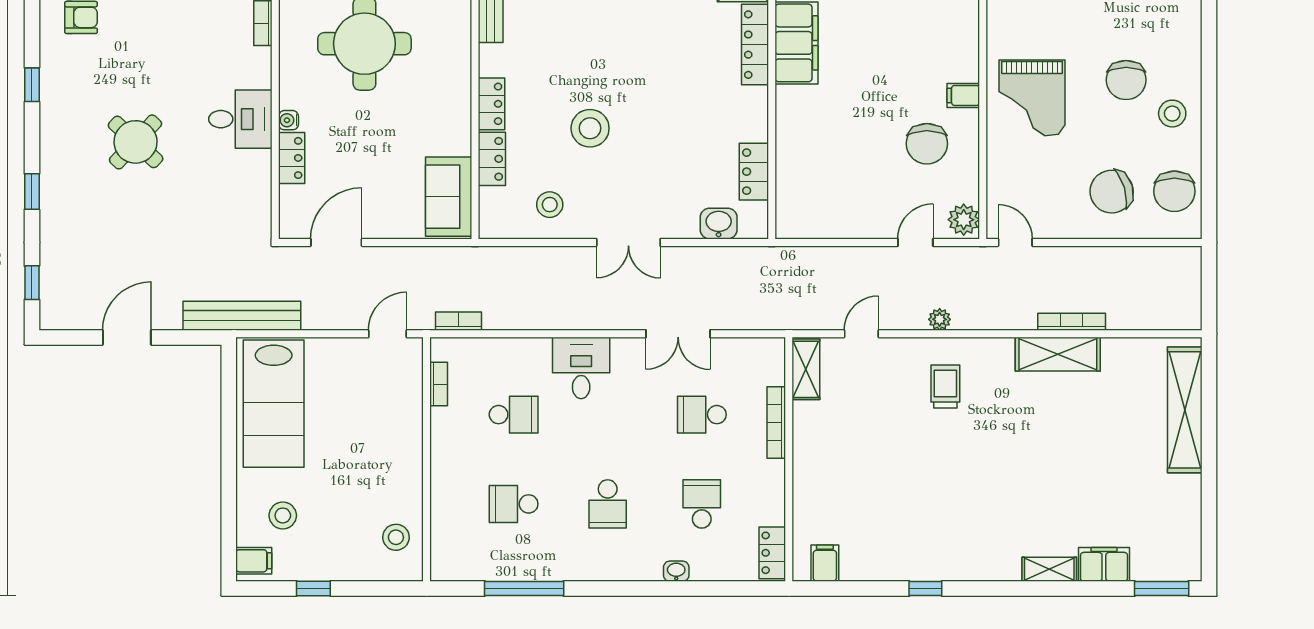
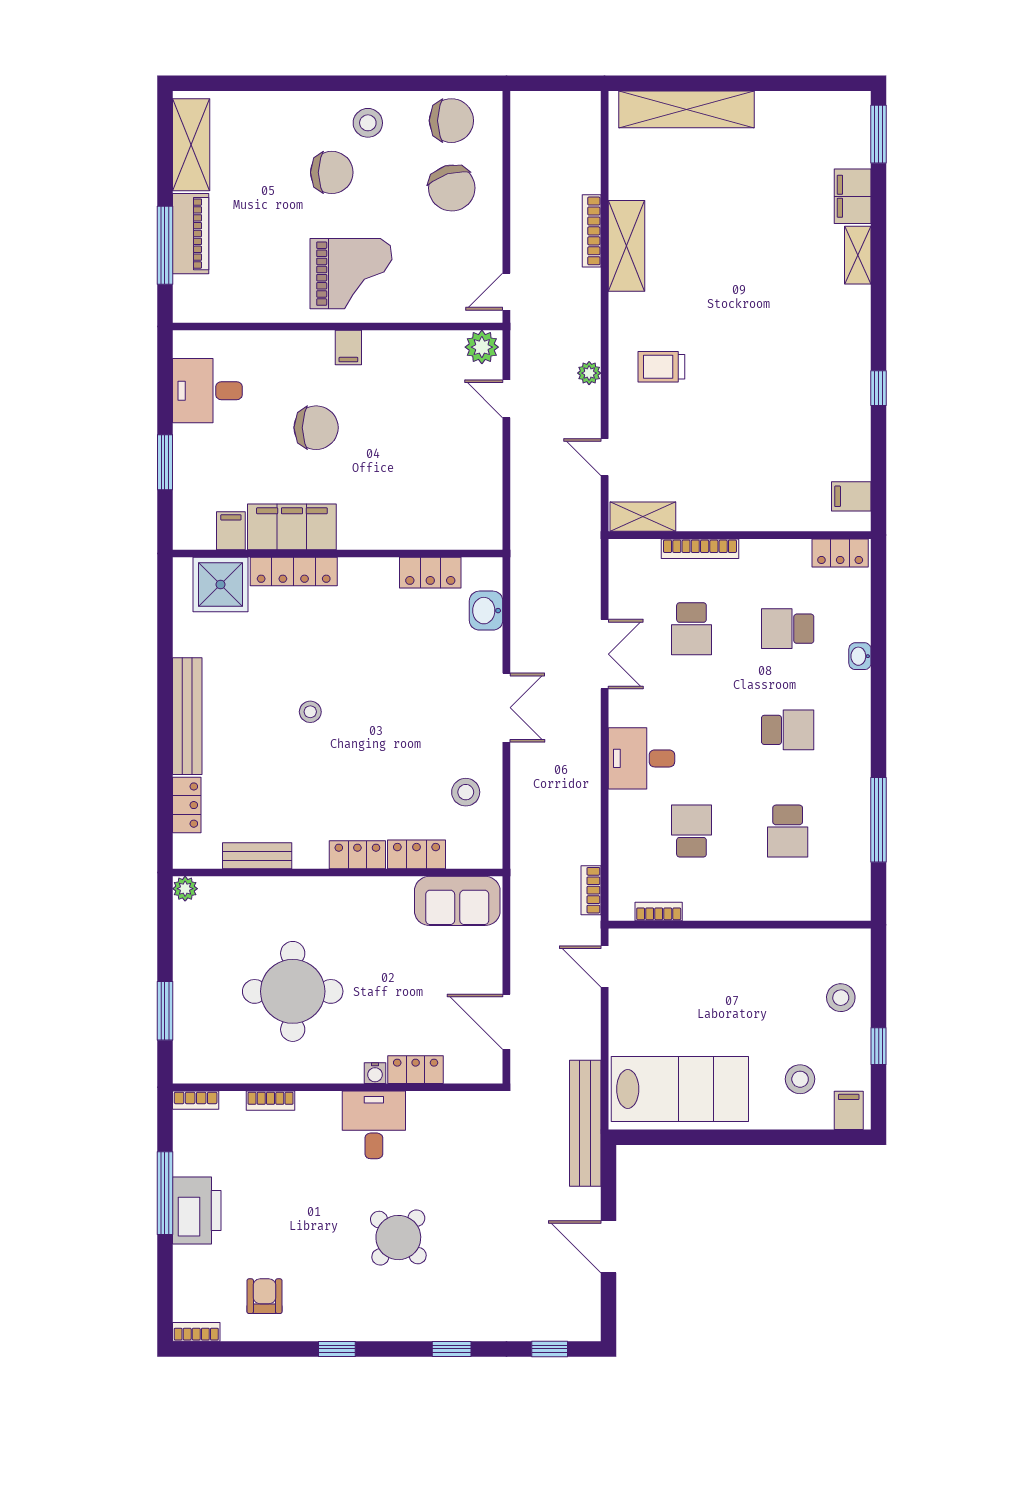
stool: (590, 128) -> (310, 712), moved, width x0.53, depth x0.53
chair: (927, 144) -> (316, 428), moved
stool: (396, 537) -> (841, 998), moved

